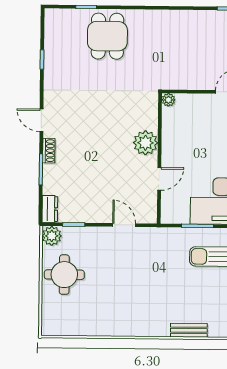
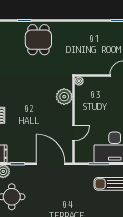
plant: (145, 143) -> (64, 97), moved
door: (124, 225) -> (51, 164), width x1.87

